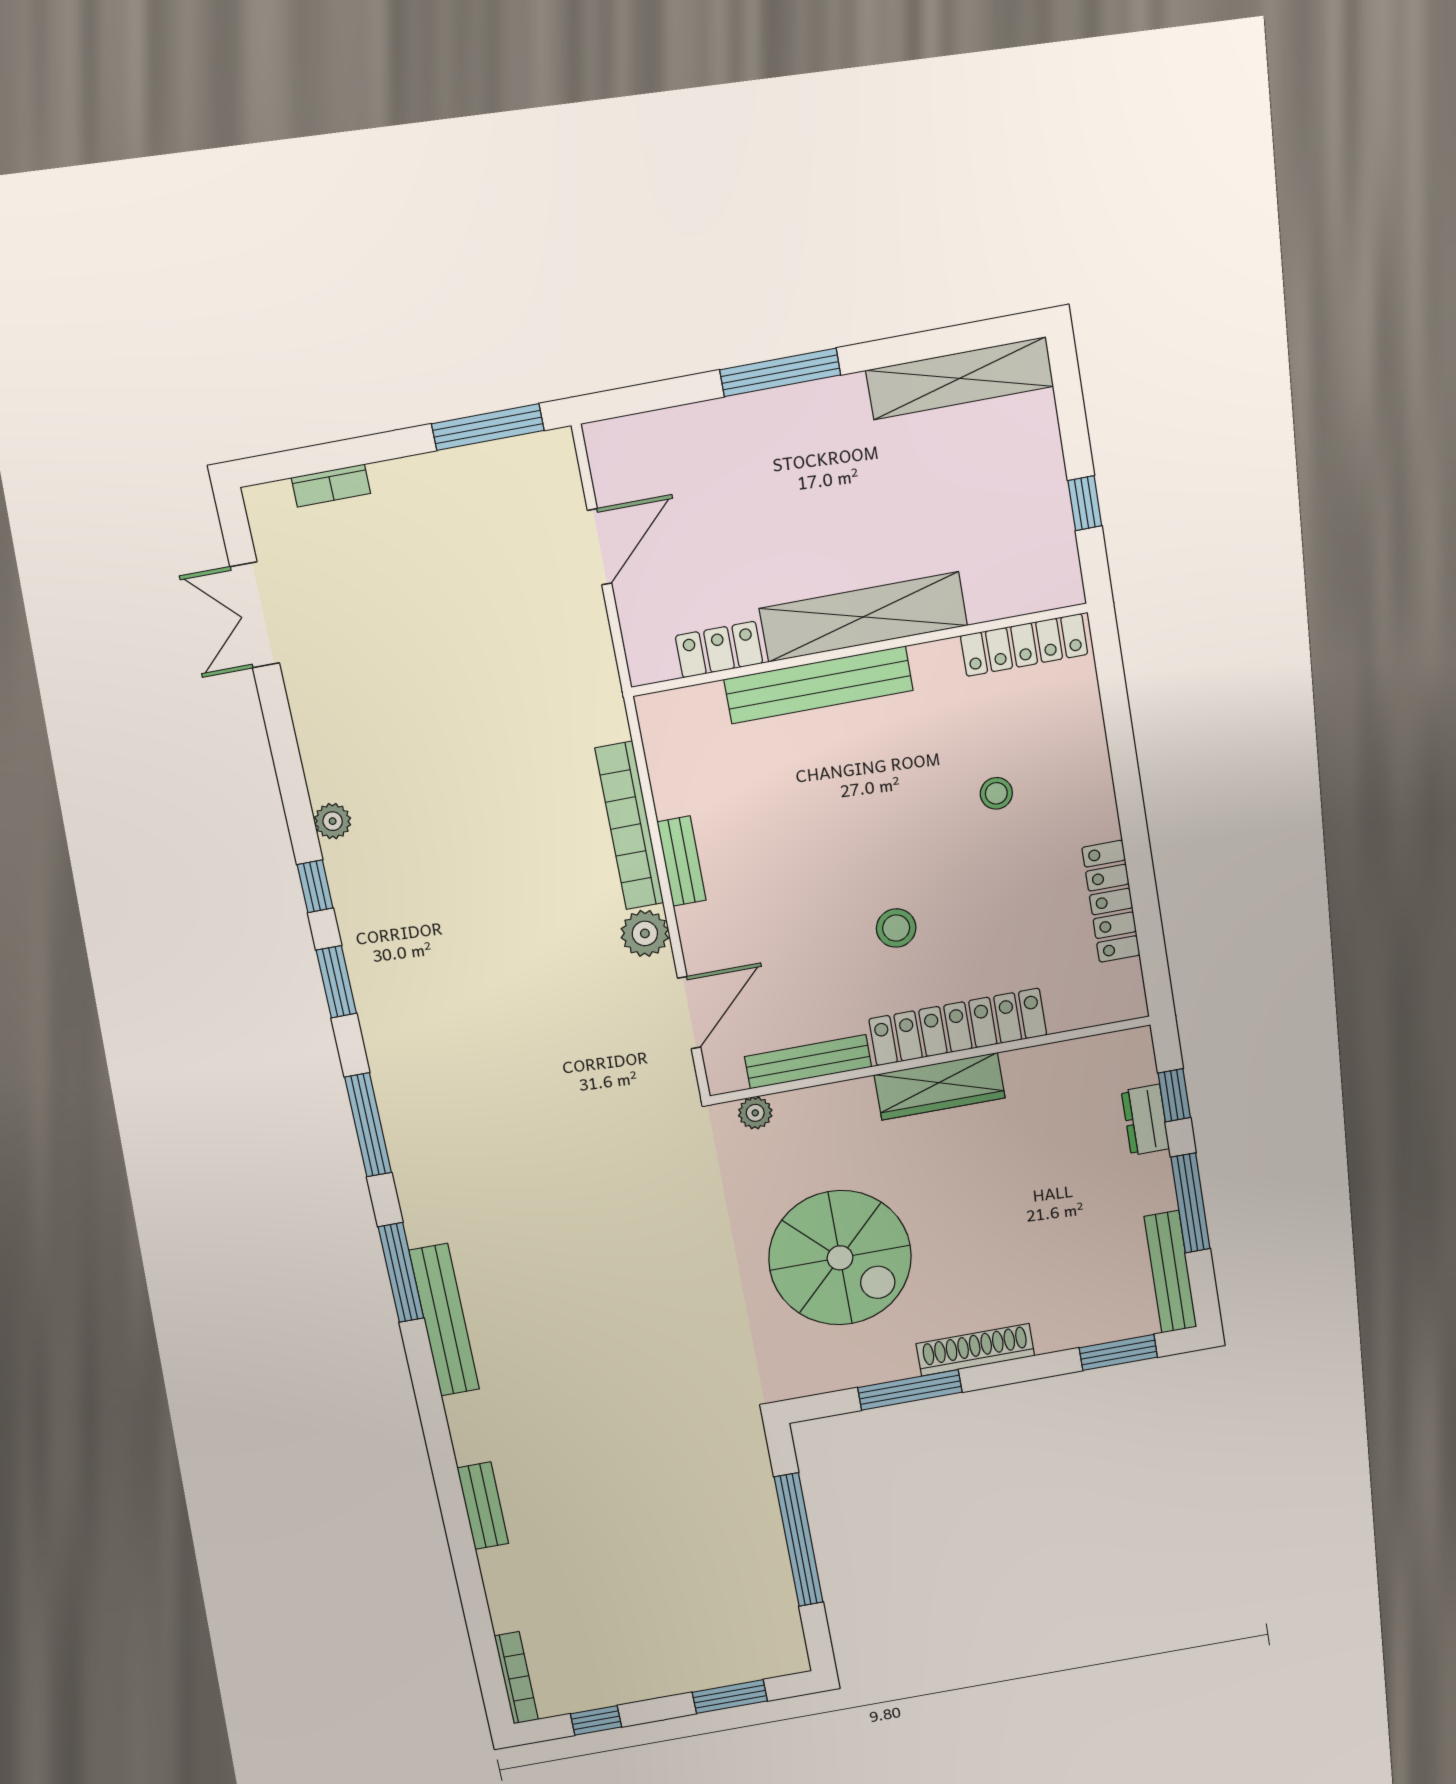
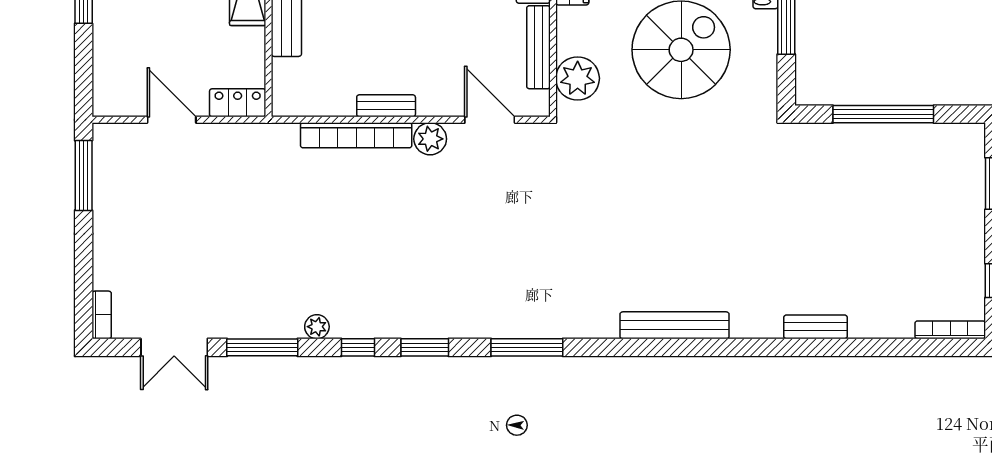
bookcase: (331, 486) -> (102, 315), moved
locker: (719, 650) -> (238, 103), moved, turned 90
plant: (755, 1113) -> (578, 78), width x1.87, depth x1.87
window: (401, 1273) -> (262, 347), moved

